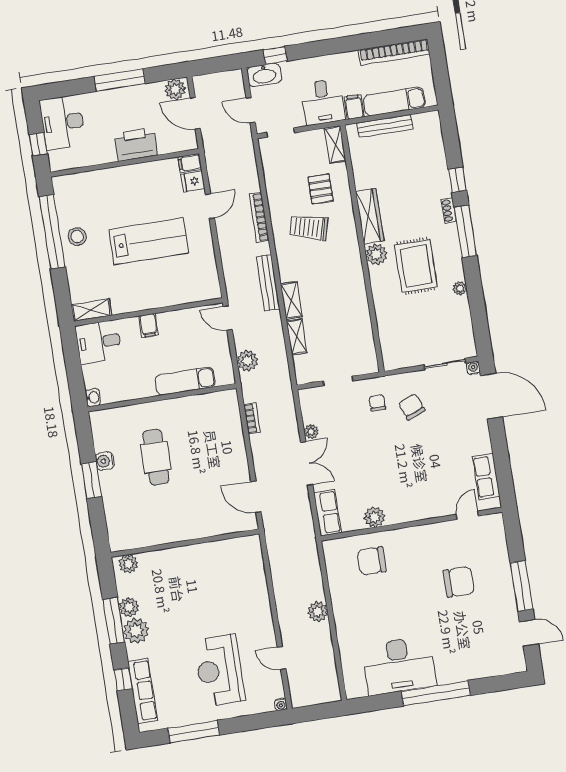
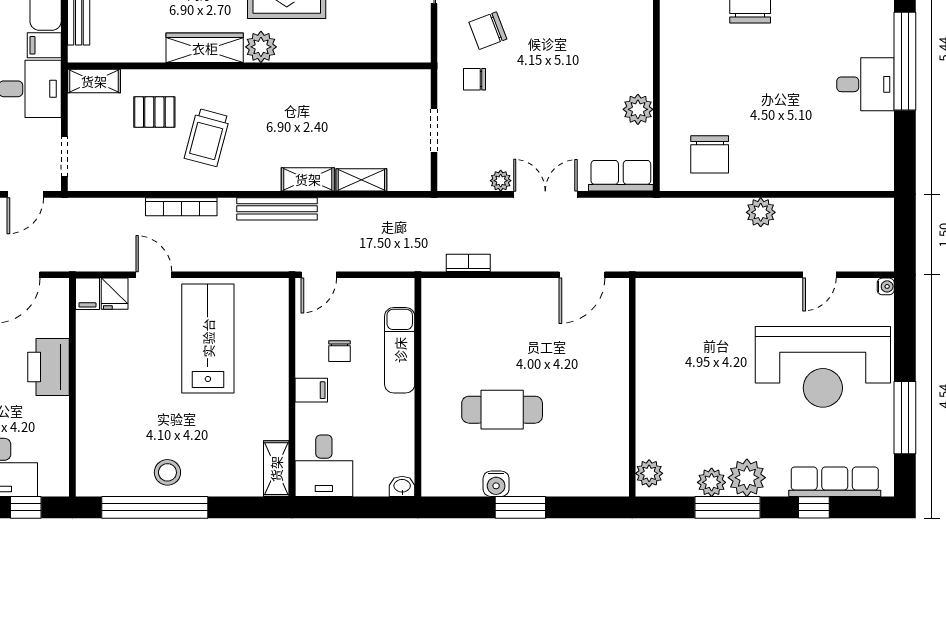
lab bench: (149, 241) -> (208, 338), moved
chair: (178, 340) -> (340, 351), added
plant: (247, 361) -> (384, 256), removed
chair: (372, 561) -> (710, 154), moved
desk: (399, 666) -> (866, 84), width x0.53, depth x0.77
reception desk: (219, 670) -> (823, 367), width x1.36, depth x1.30

